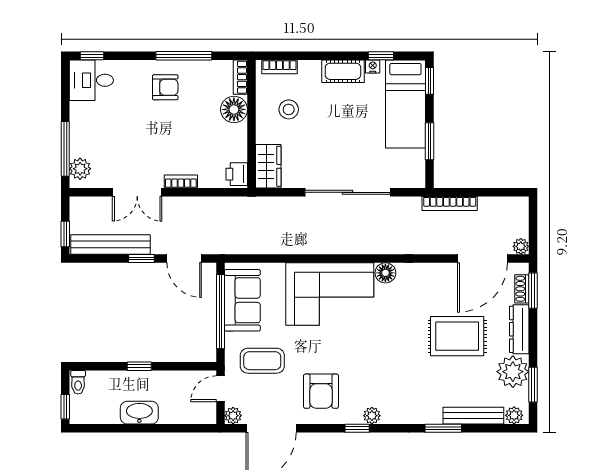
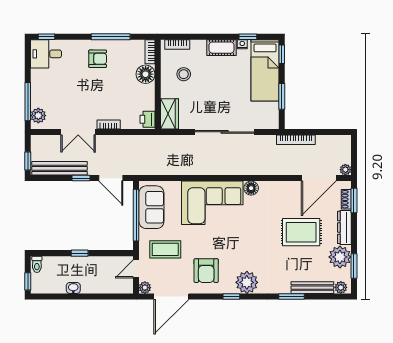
washbasin: (139, 413) -> (73, 288), width x0.52, depth x0.69
plant: (372, 416) -> (247, 282), width x1.88, depth x1.88

